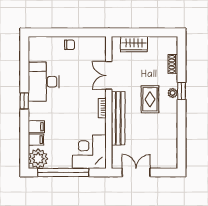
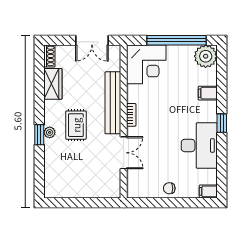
wardrobe: (134, 44) -> (53, 84), moved, turned 90
shoe rack: (173, 64) -> (49, 56), moved
filing cabinet: (36, 140) -> (208, 191), moved

